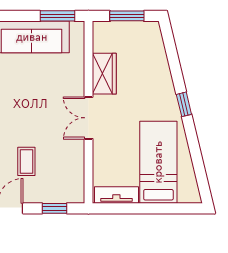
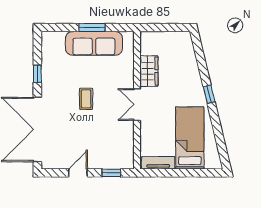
window: (57, 16) -> (92, 27), moved
window: (127, 16) -> (166, 27), removed
coffee table: (26, 161) -> (86, 99), moved

